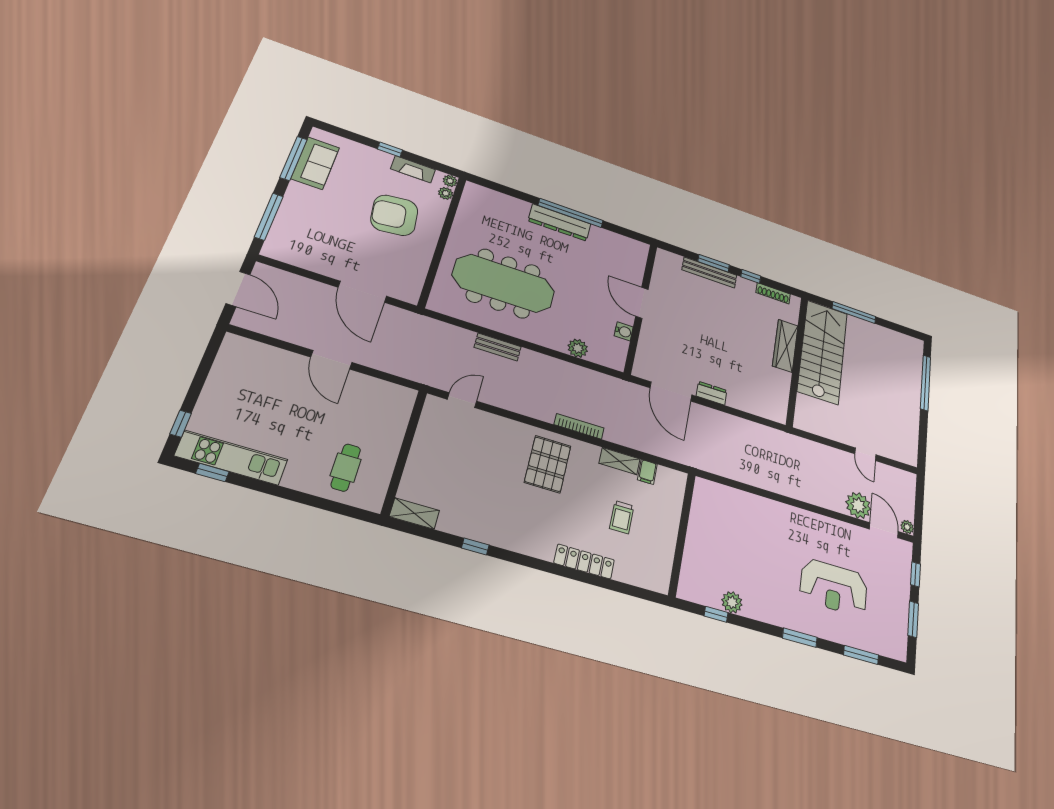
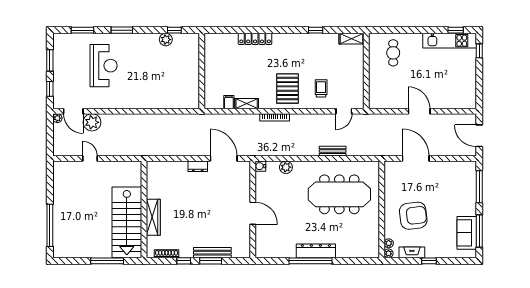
water cooler: (624, 331) -> (260, 166), moved
trolley: (622, 517) -> (321, 88), moved
reception desk: (834, 587) -> (104, 66), turned 90

